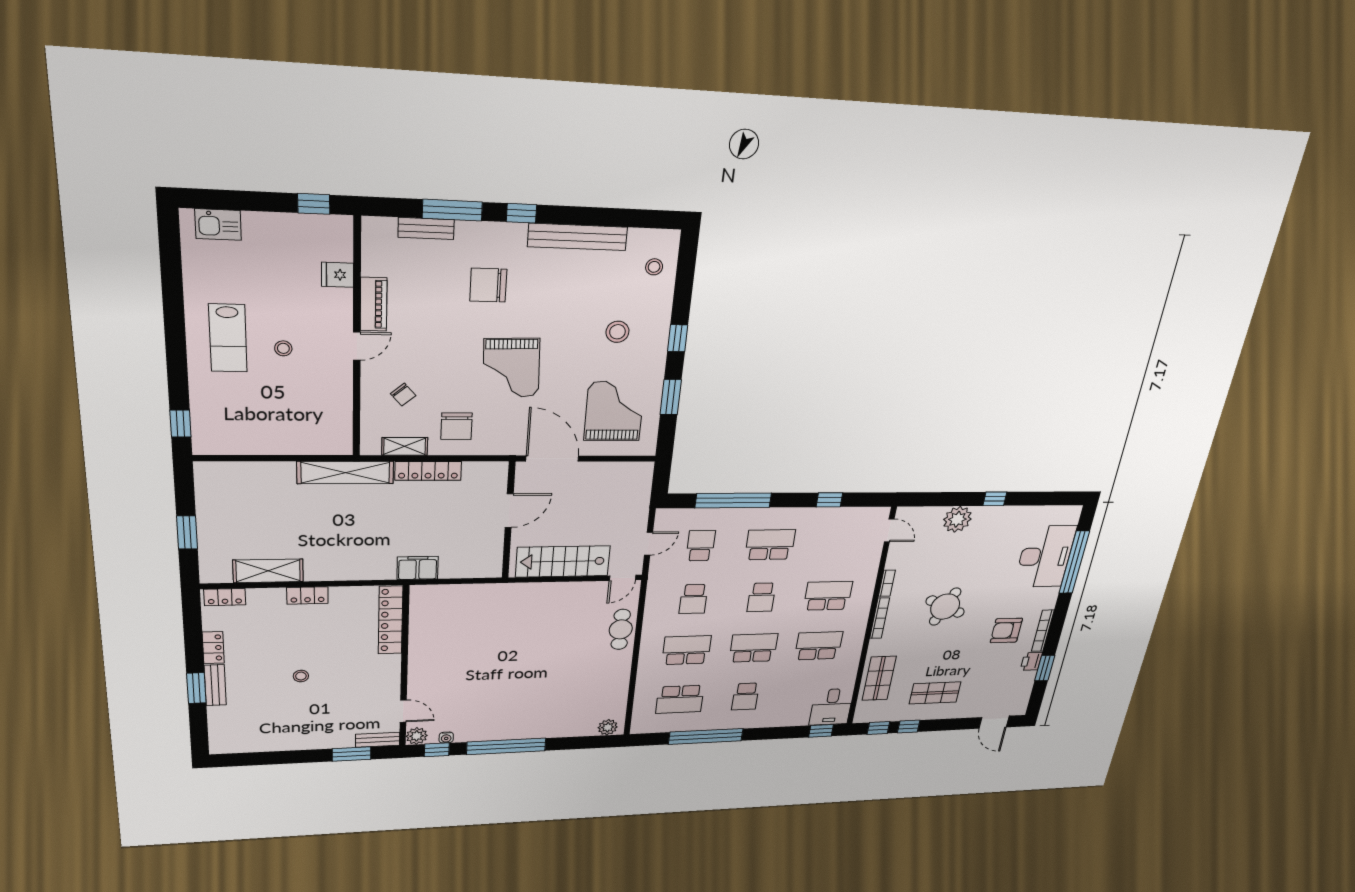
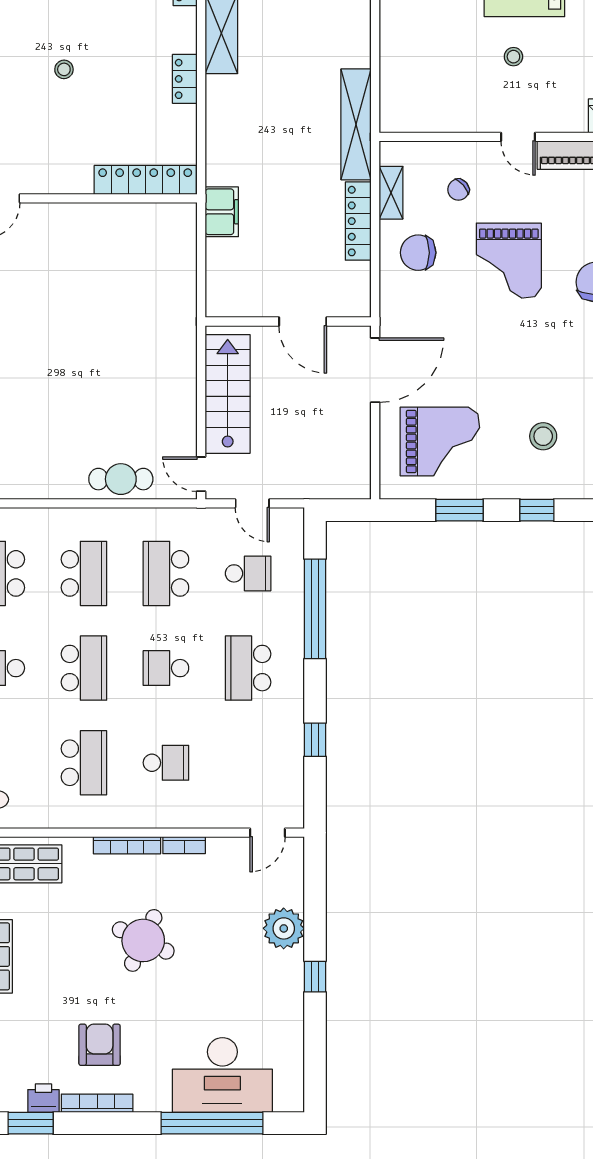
grand piano: (511, 368) -> (509, 261), moved, turned -88
school desk: (770, 545) -> (248, 668), turned 180
school desk: (828, 596) -> (166, 763), width x0.54
school desk: (693, 599) -> (166, 573), width x1.85

